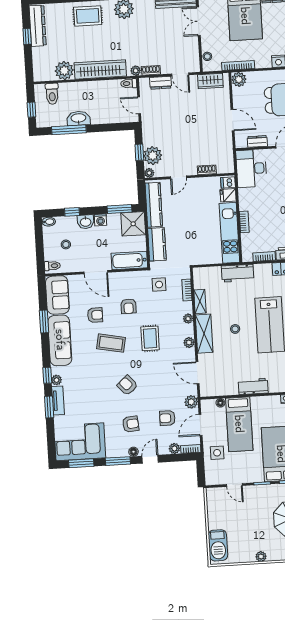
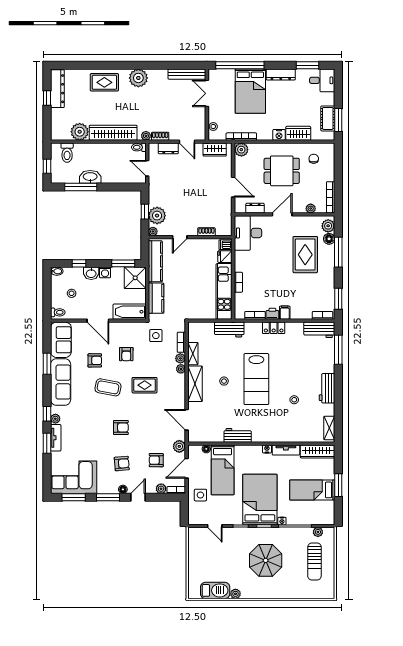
rug: (150, 338) -> (145, 385), turned 90
plant: (189, 343) -> (180, 358), moved
armchair: (127, 385) -> (121, 427), turned 132
barbecue: (218, 545) -> (215, 590), moved, turned -90

